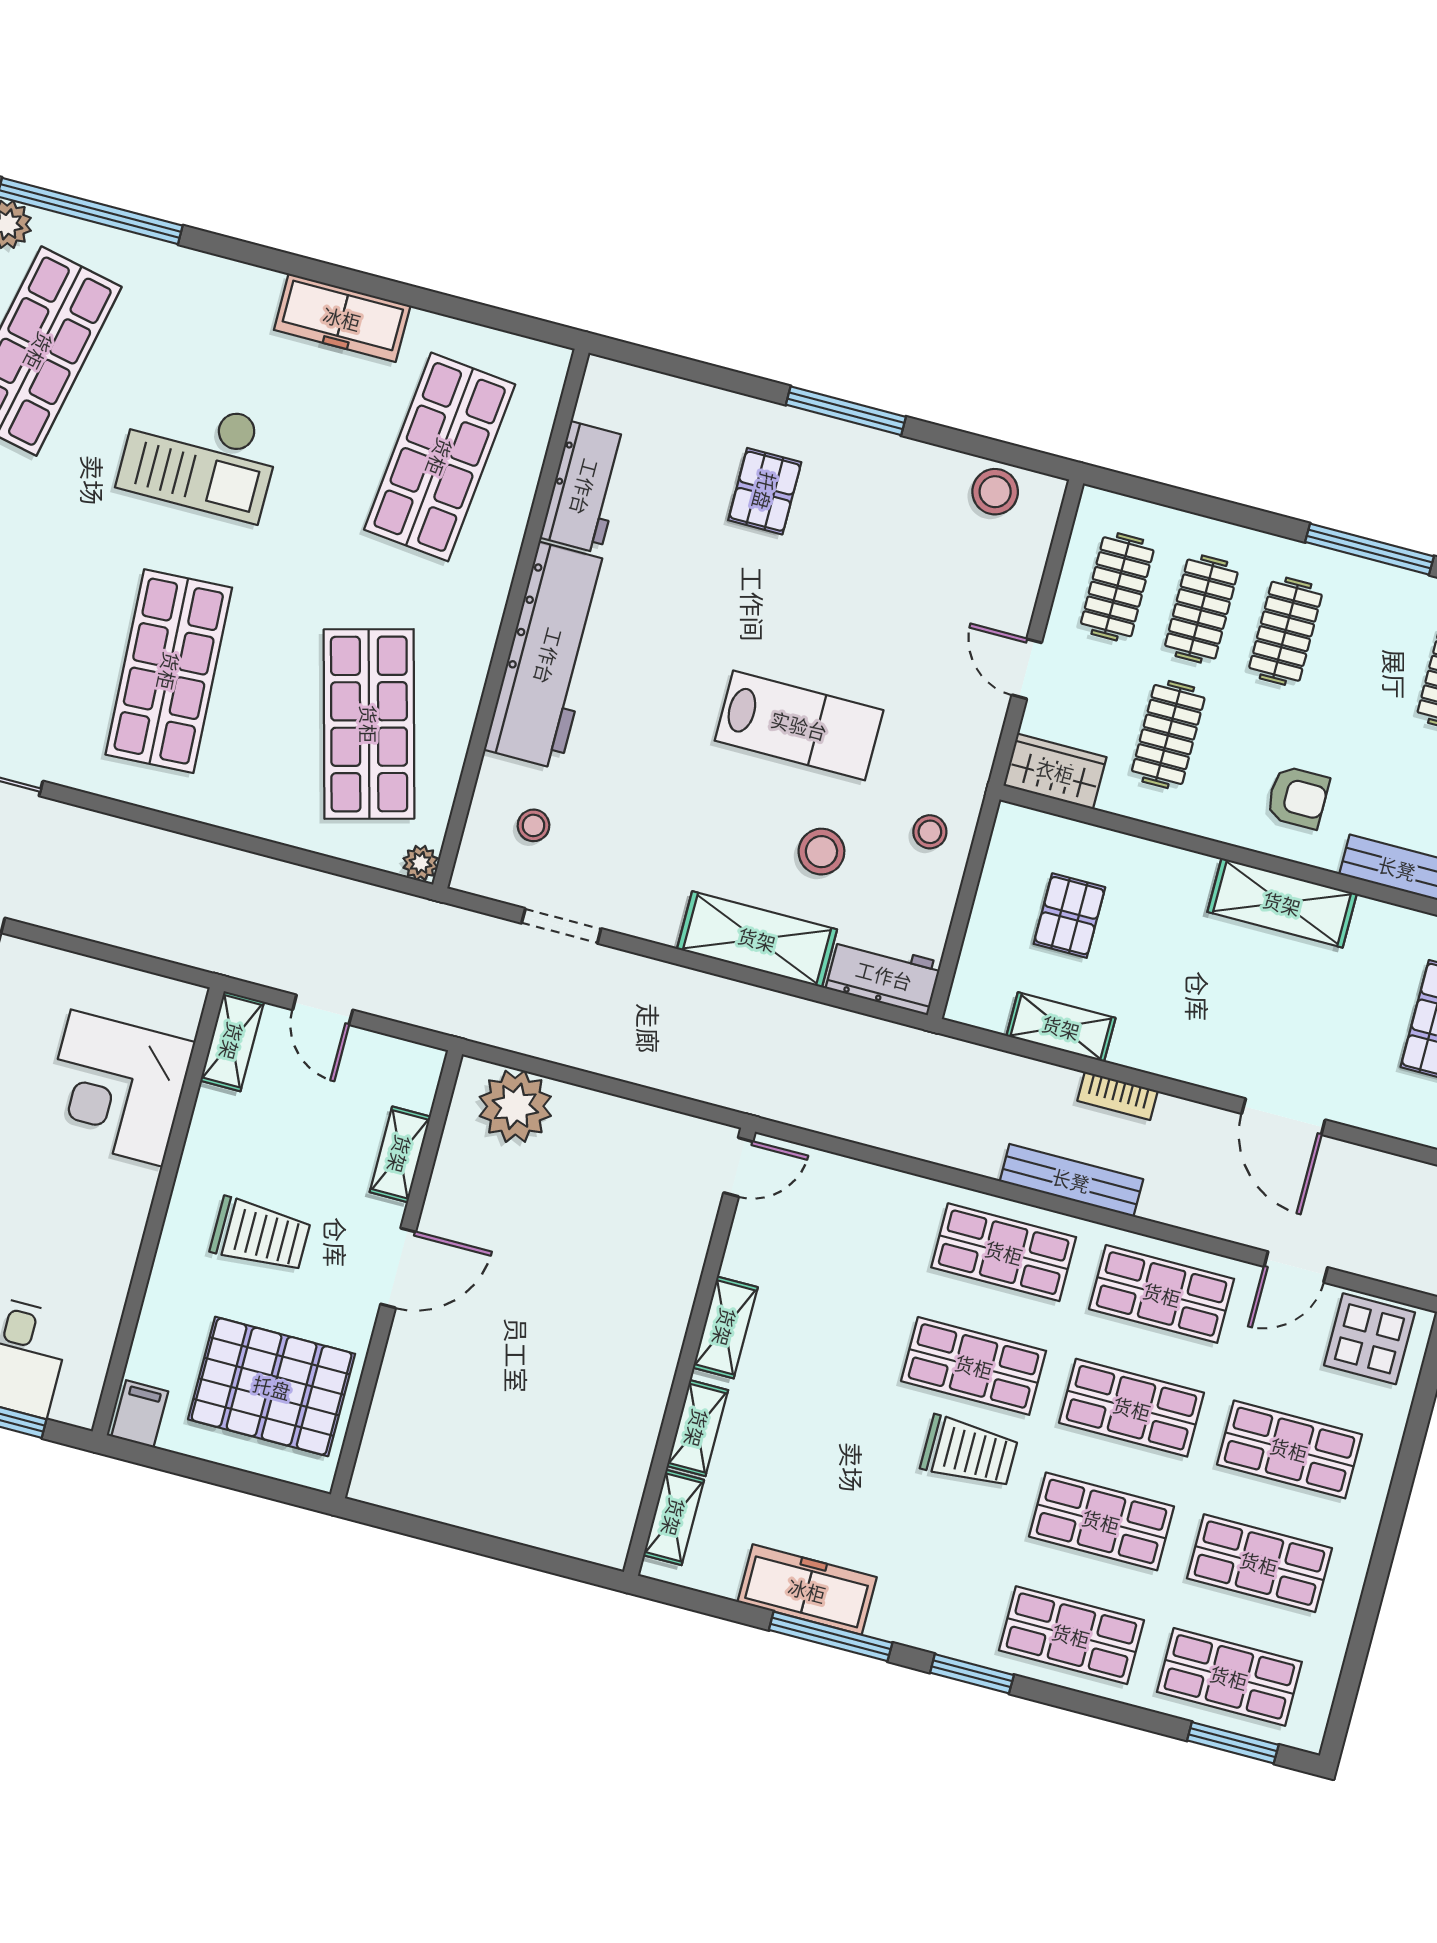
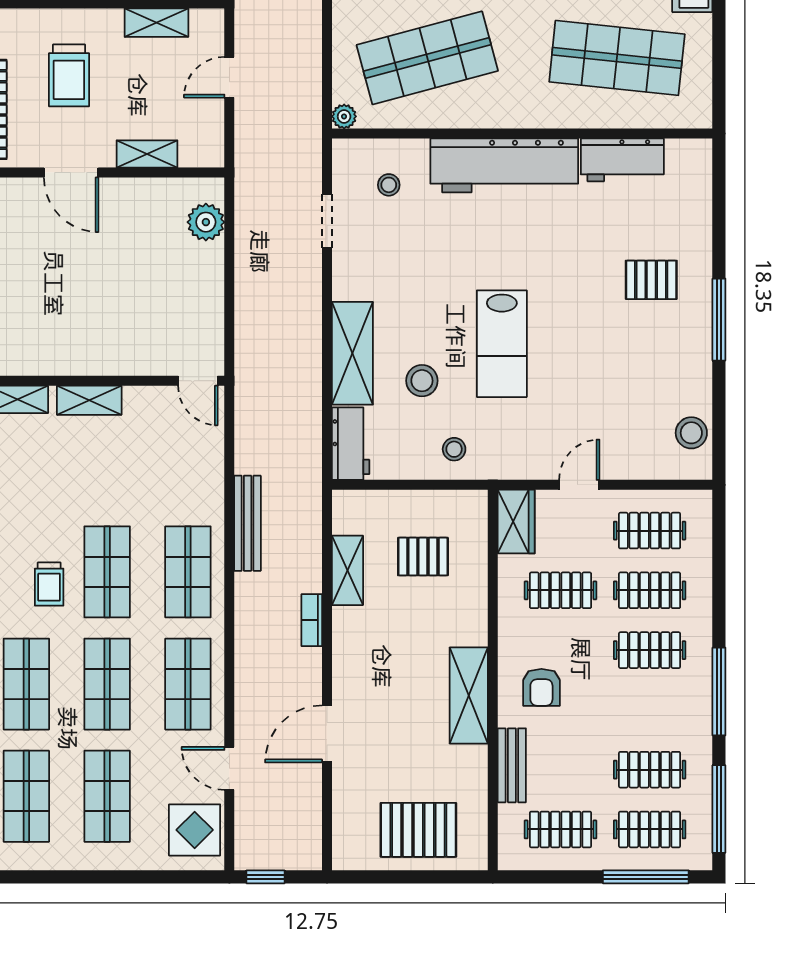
shelving: (232, 1041) -> (156, 23), moved
plant: (515, 1106) -> (206, 222), width x0.73, depth x0.73
bench: (1071, 1180) -> (248, 523), moved
trolley: (969, 1452) -> (49, 584), width x0.73, depth x0.72

